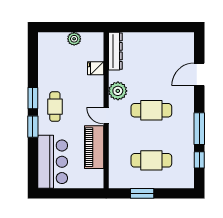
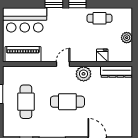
cafe table: (55, 107) -> (100, 18), moved
cafe table: (151, 110) -> (67, 102), turned 90
piano: (94, 147) -> (23, 54), moved

